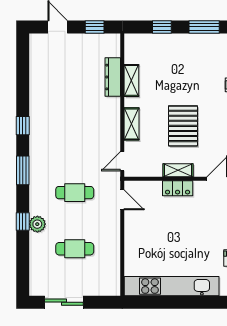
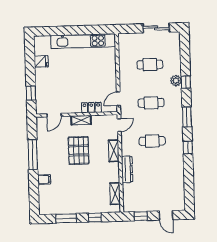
dresser: (113, 77) -> (127, 169), moved
shelving: (131, 80) -> (115, 194), moved
cafe table: (75, 136) -> (152, 141), added
locker: (178, 188) -> (91, 108), moved
door: (122, 200) -> (118, 99), hinge flipped

